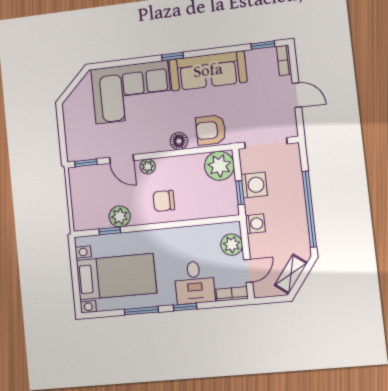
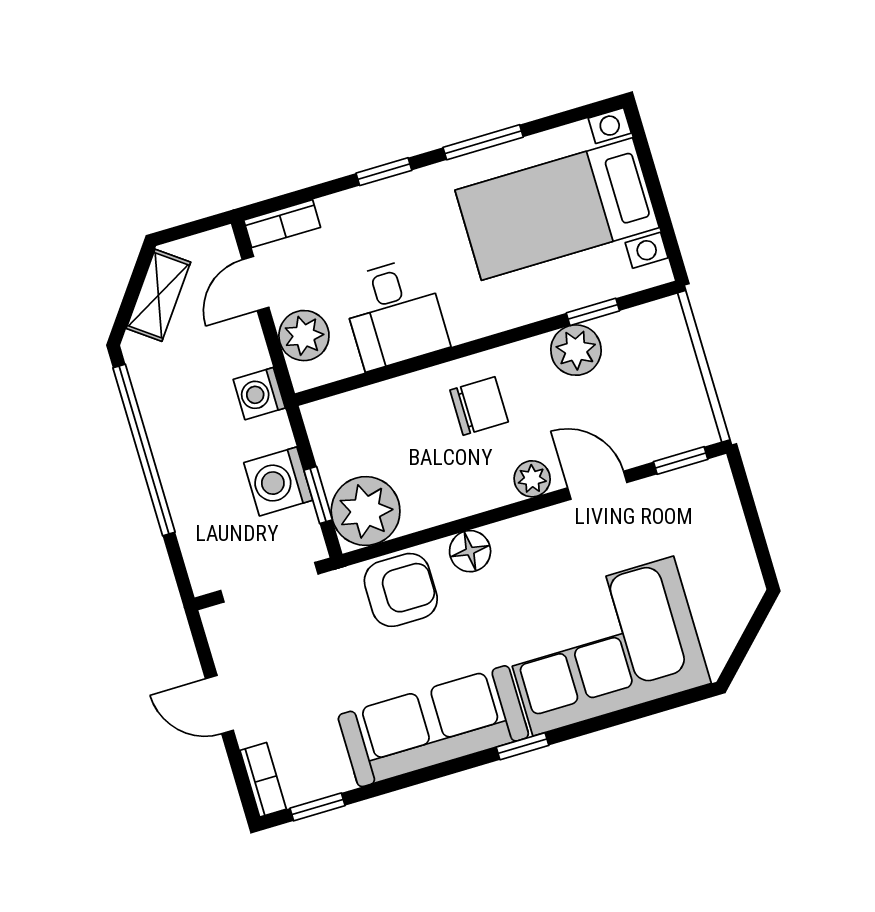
window: (240, 193) -> (318, 495), moved
desk: (194, 282) -> (395, 313), moved, turned 180

